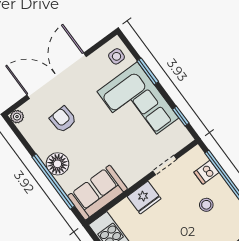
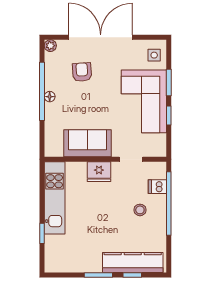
window: (181, 116) -> (169, 116), moved
floor lamp: (57, 164) -> (50, 97), width x0.53, depth x0.53
window: (53, 181) -> (42, 91), moved
sofa: (97, 193) -> (87, 143), moved

